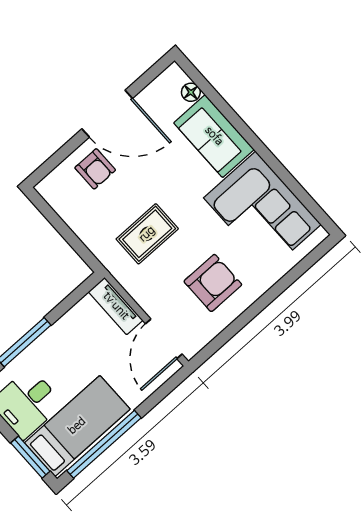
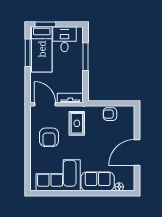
armchair: (95, 169) -> (110, 114), moved
rug: (147, 234) -> (77, 123), moved
window: (104, 444) -> (28, 53), width x0.68

